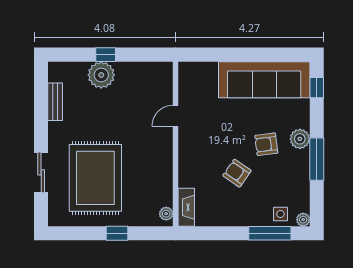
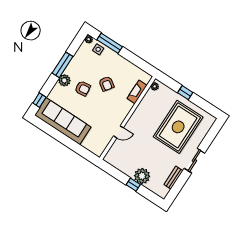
sliding door: (41, 172) -> (194, 161), moved
fireplace: (186, 207) -> (137, 92), moved

